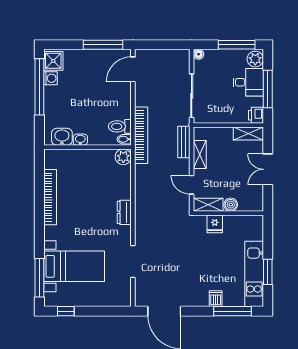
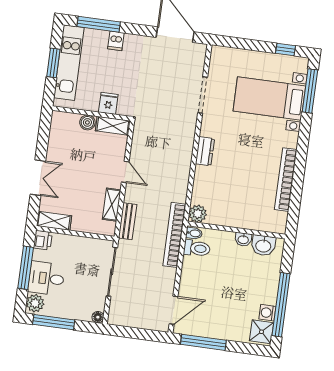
shelving: (208, 205) -> (113, 126), moved
boiler: (231, 205) -> (87, 122), moved
wall: (228, 213) -> (91, 113), moved
fridge: (215, 224) -> (108, 103), moved

